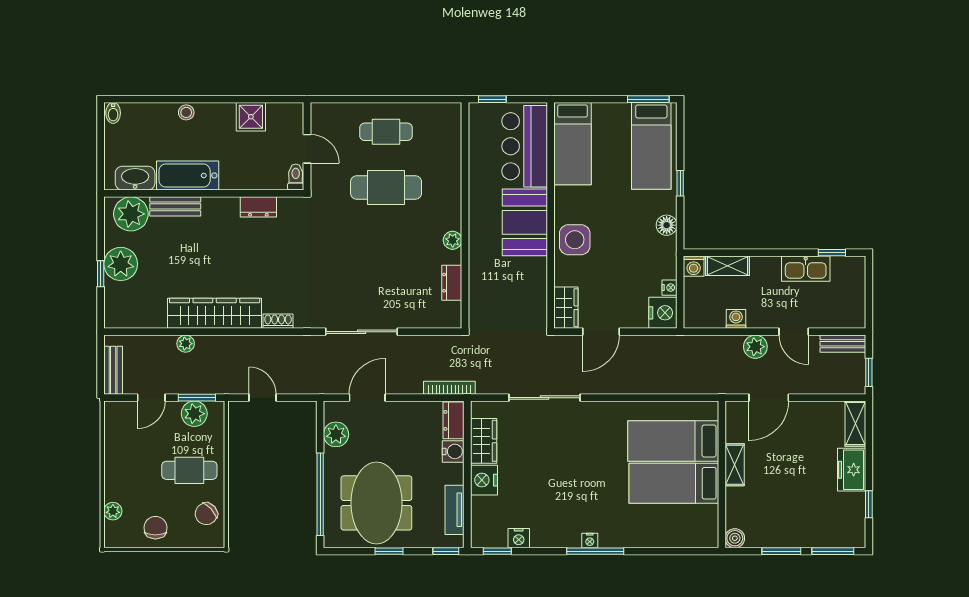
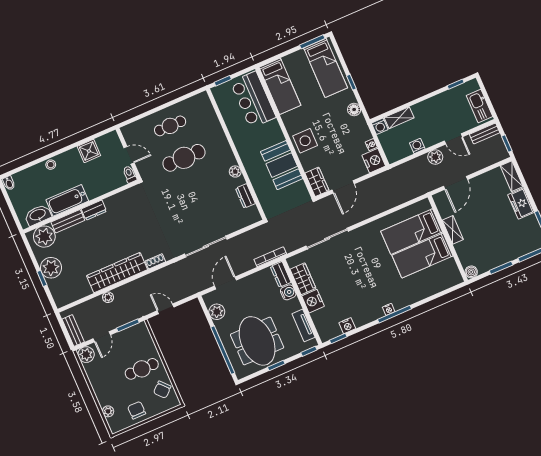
dresser: (258, 207) -> (94, 210), moved
booth: (525, 222) -> (282, 165), moved
kitchen sink: (806, 269) -> (480, 106), moved, turned 90
plant: (194, 414) -> (86, 355), moved

